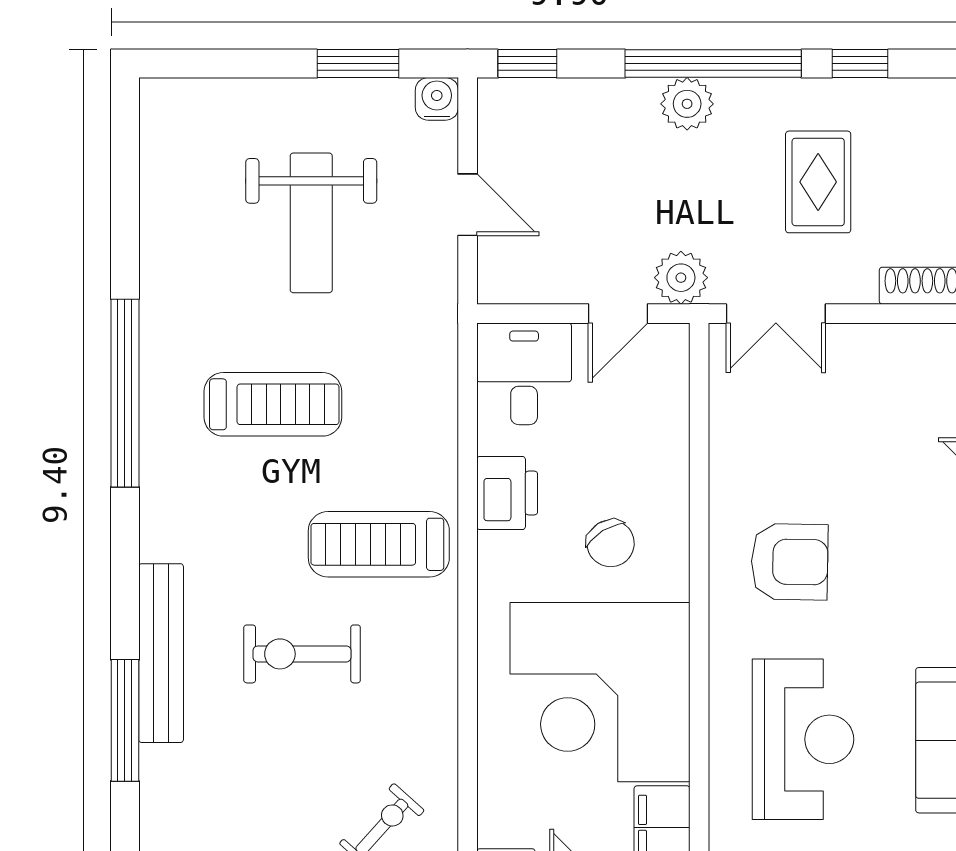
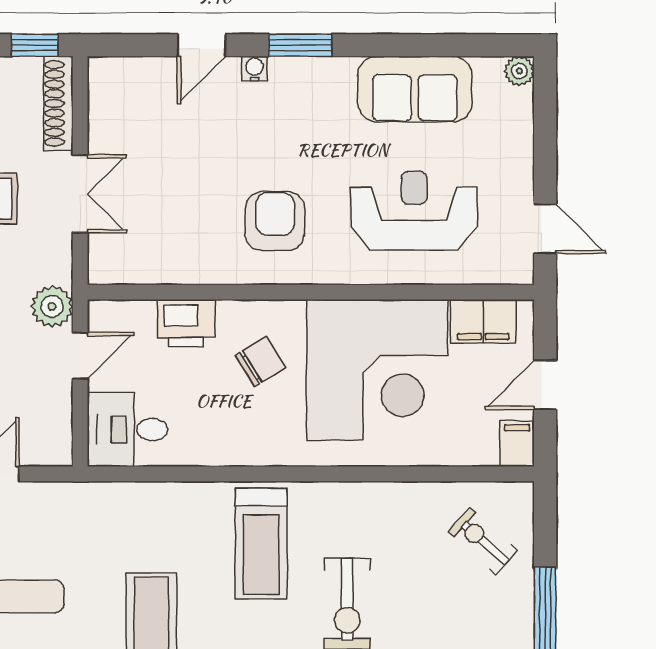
door: (618, 314) -> (80, 356), hinge flipped
double door: (776, 314) -> (80, 194), moved
printer: (507, 493) -> (186, 323), moved, turned 180

